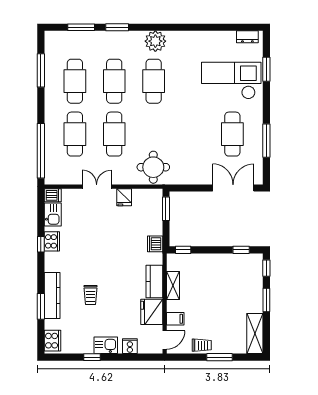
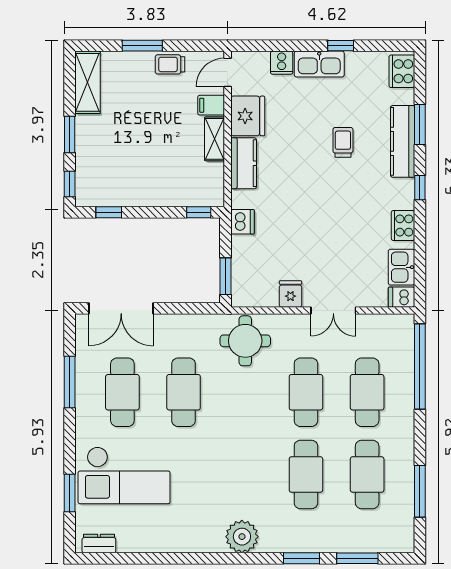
cafe table: (154, 81) -> (184, 392), moved
window: (41, 244) -> (420, 188), moved
shelving: (173, 286) -> (215, 139), moved
kitchen sink: (106, 345) -> (319, 64), width x1.38

